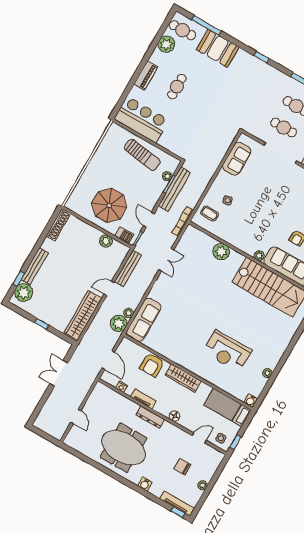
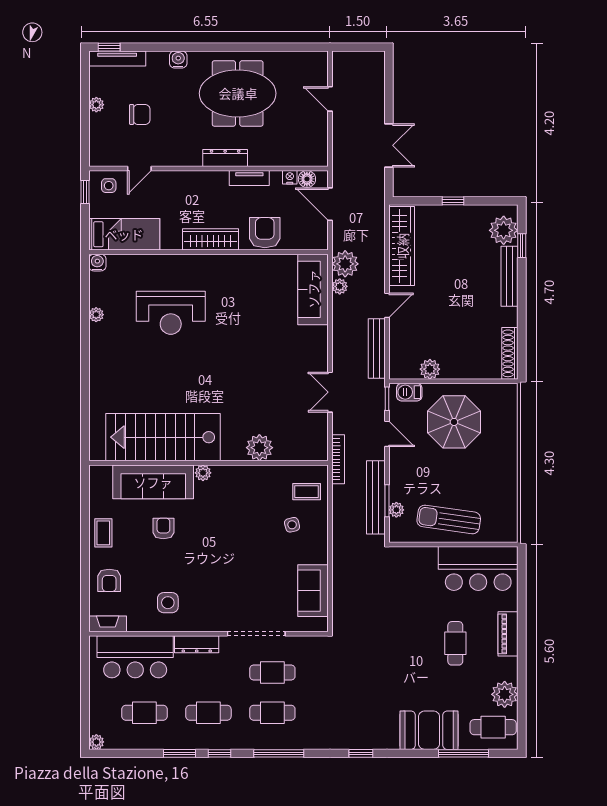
reception desk: (227, 351) -> (171, 313), turned 180
floor lamp: (174, 416) -> (307, 179), moved

